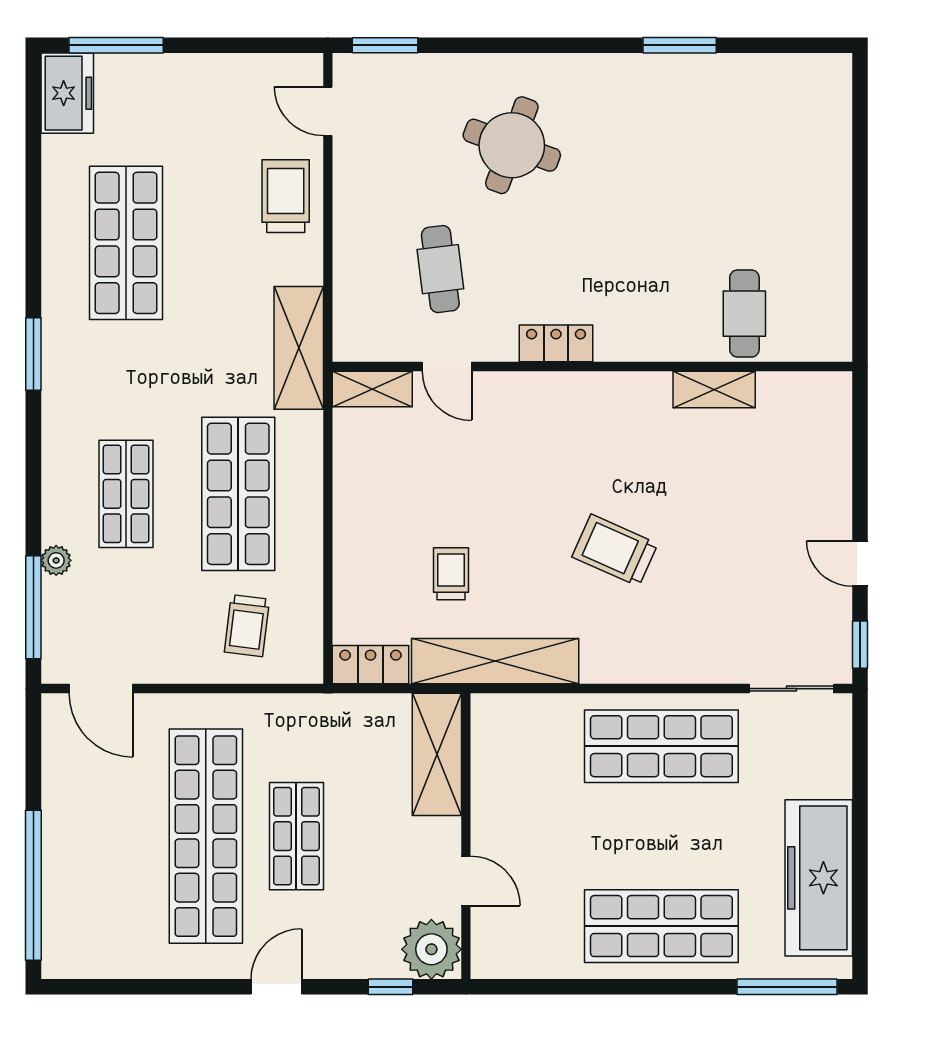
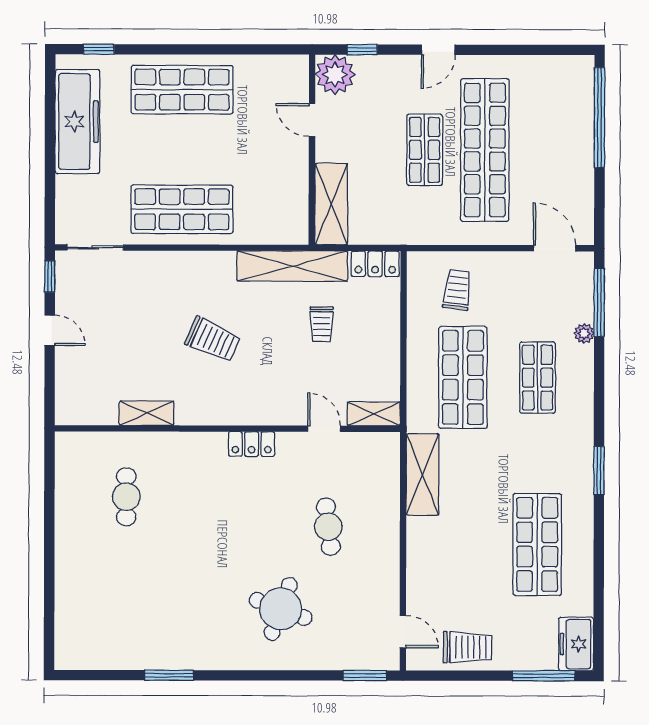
trolley: (286, 196) -> (467, 647), moved, turned -90
locker: (556, 343) -> (252, 444), moved
door: (447, 366) -> (324, 429), moved
wall: (592, 366) -> (227, 429), moved
shelving: (372, 389) -> (374, 414), moved
shelving: (714, 390) -> (147, 413), moved
window: (787, 987) -> (99, 49), width x0.46

